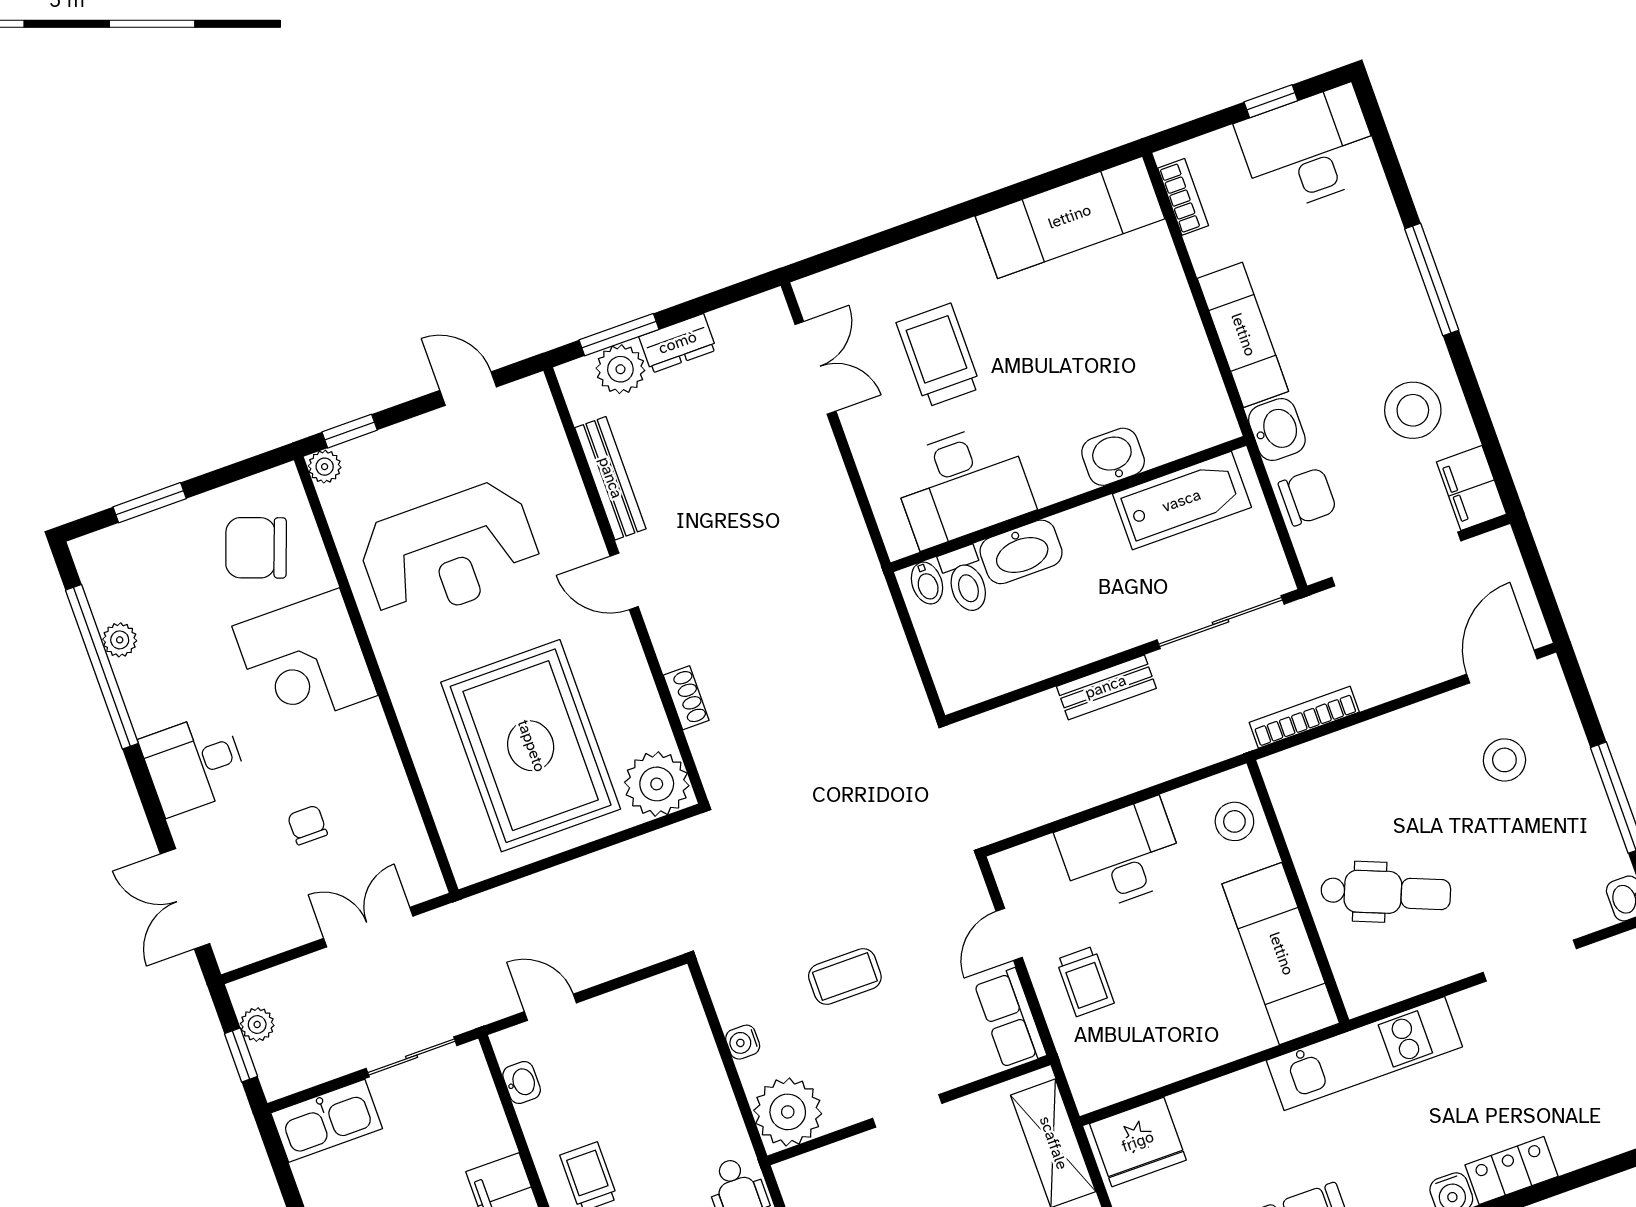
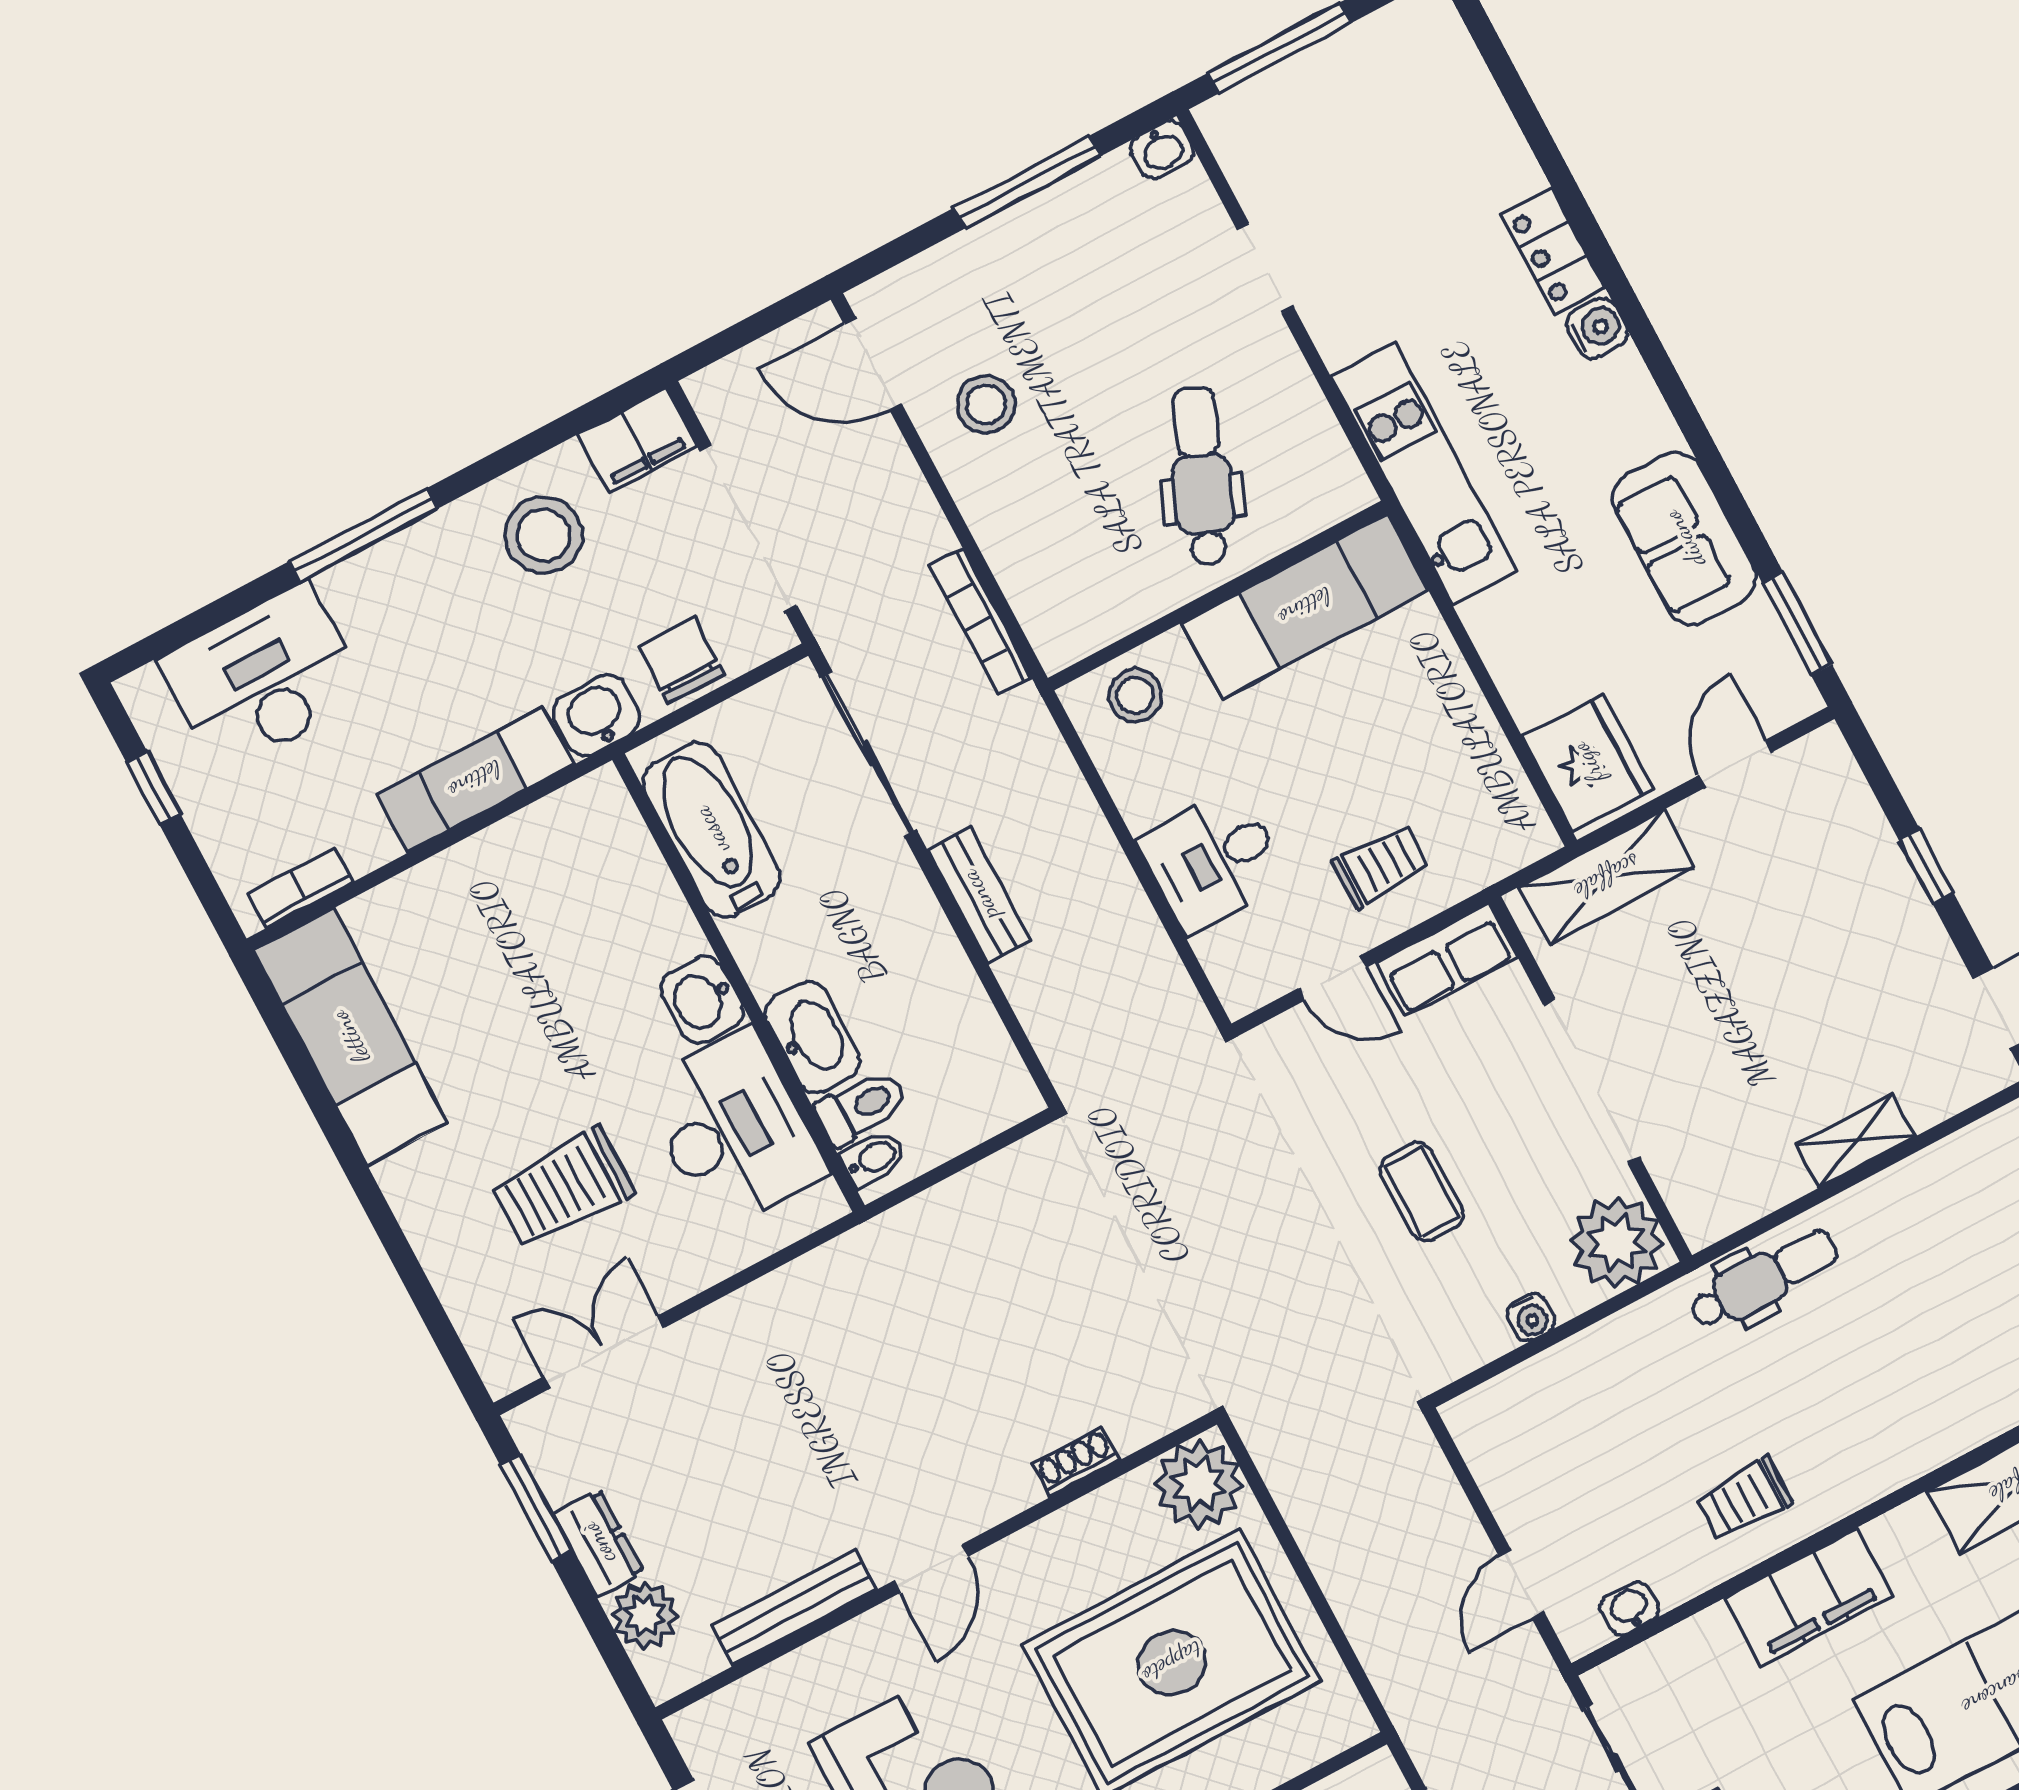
desk: (1309, 149) -> (264, 678), moved, turned 90
window: (619, 335) -> (536, 1508), moved
washbasin: (1113, 457) -> (702, 1000), moved
stool: (1504, 760) -> (986, 404), moved
desk: (1121, 855) -> (1213, 861), width x0.73
doorway: (1530, 961) -> (1265, 268), width x0.73
doorway: (907, 1111) -> (1592, 1081), width x1.87

